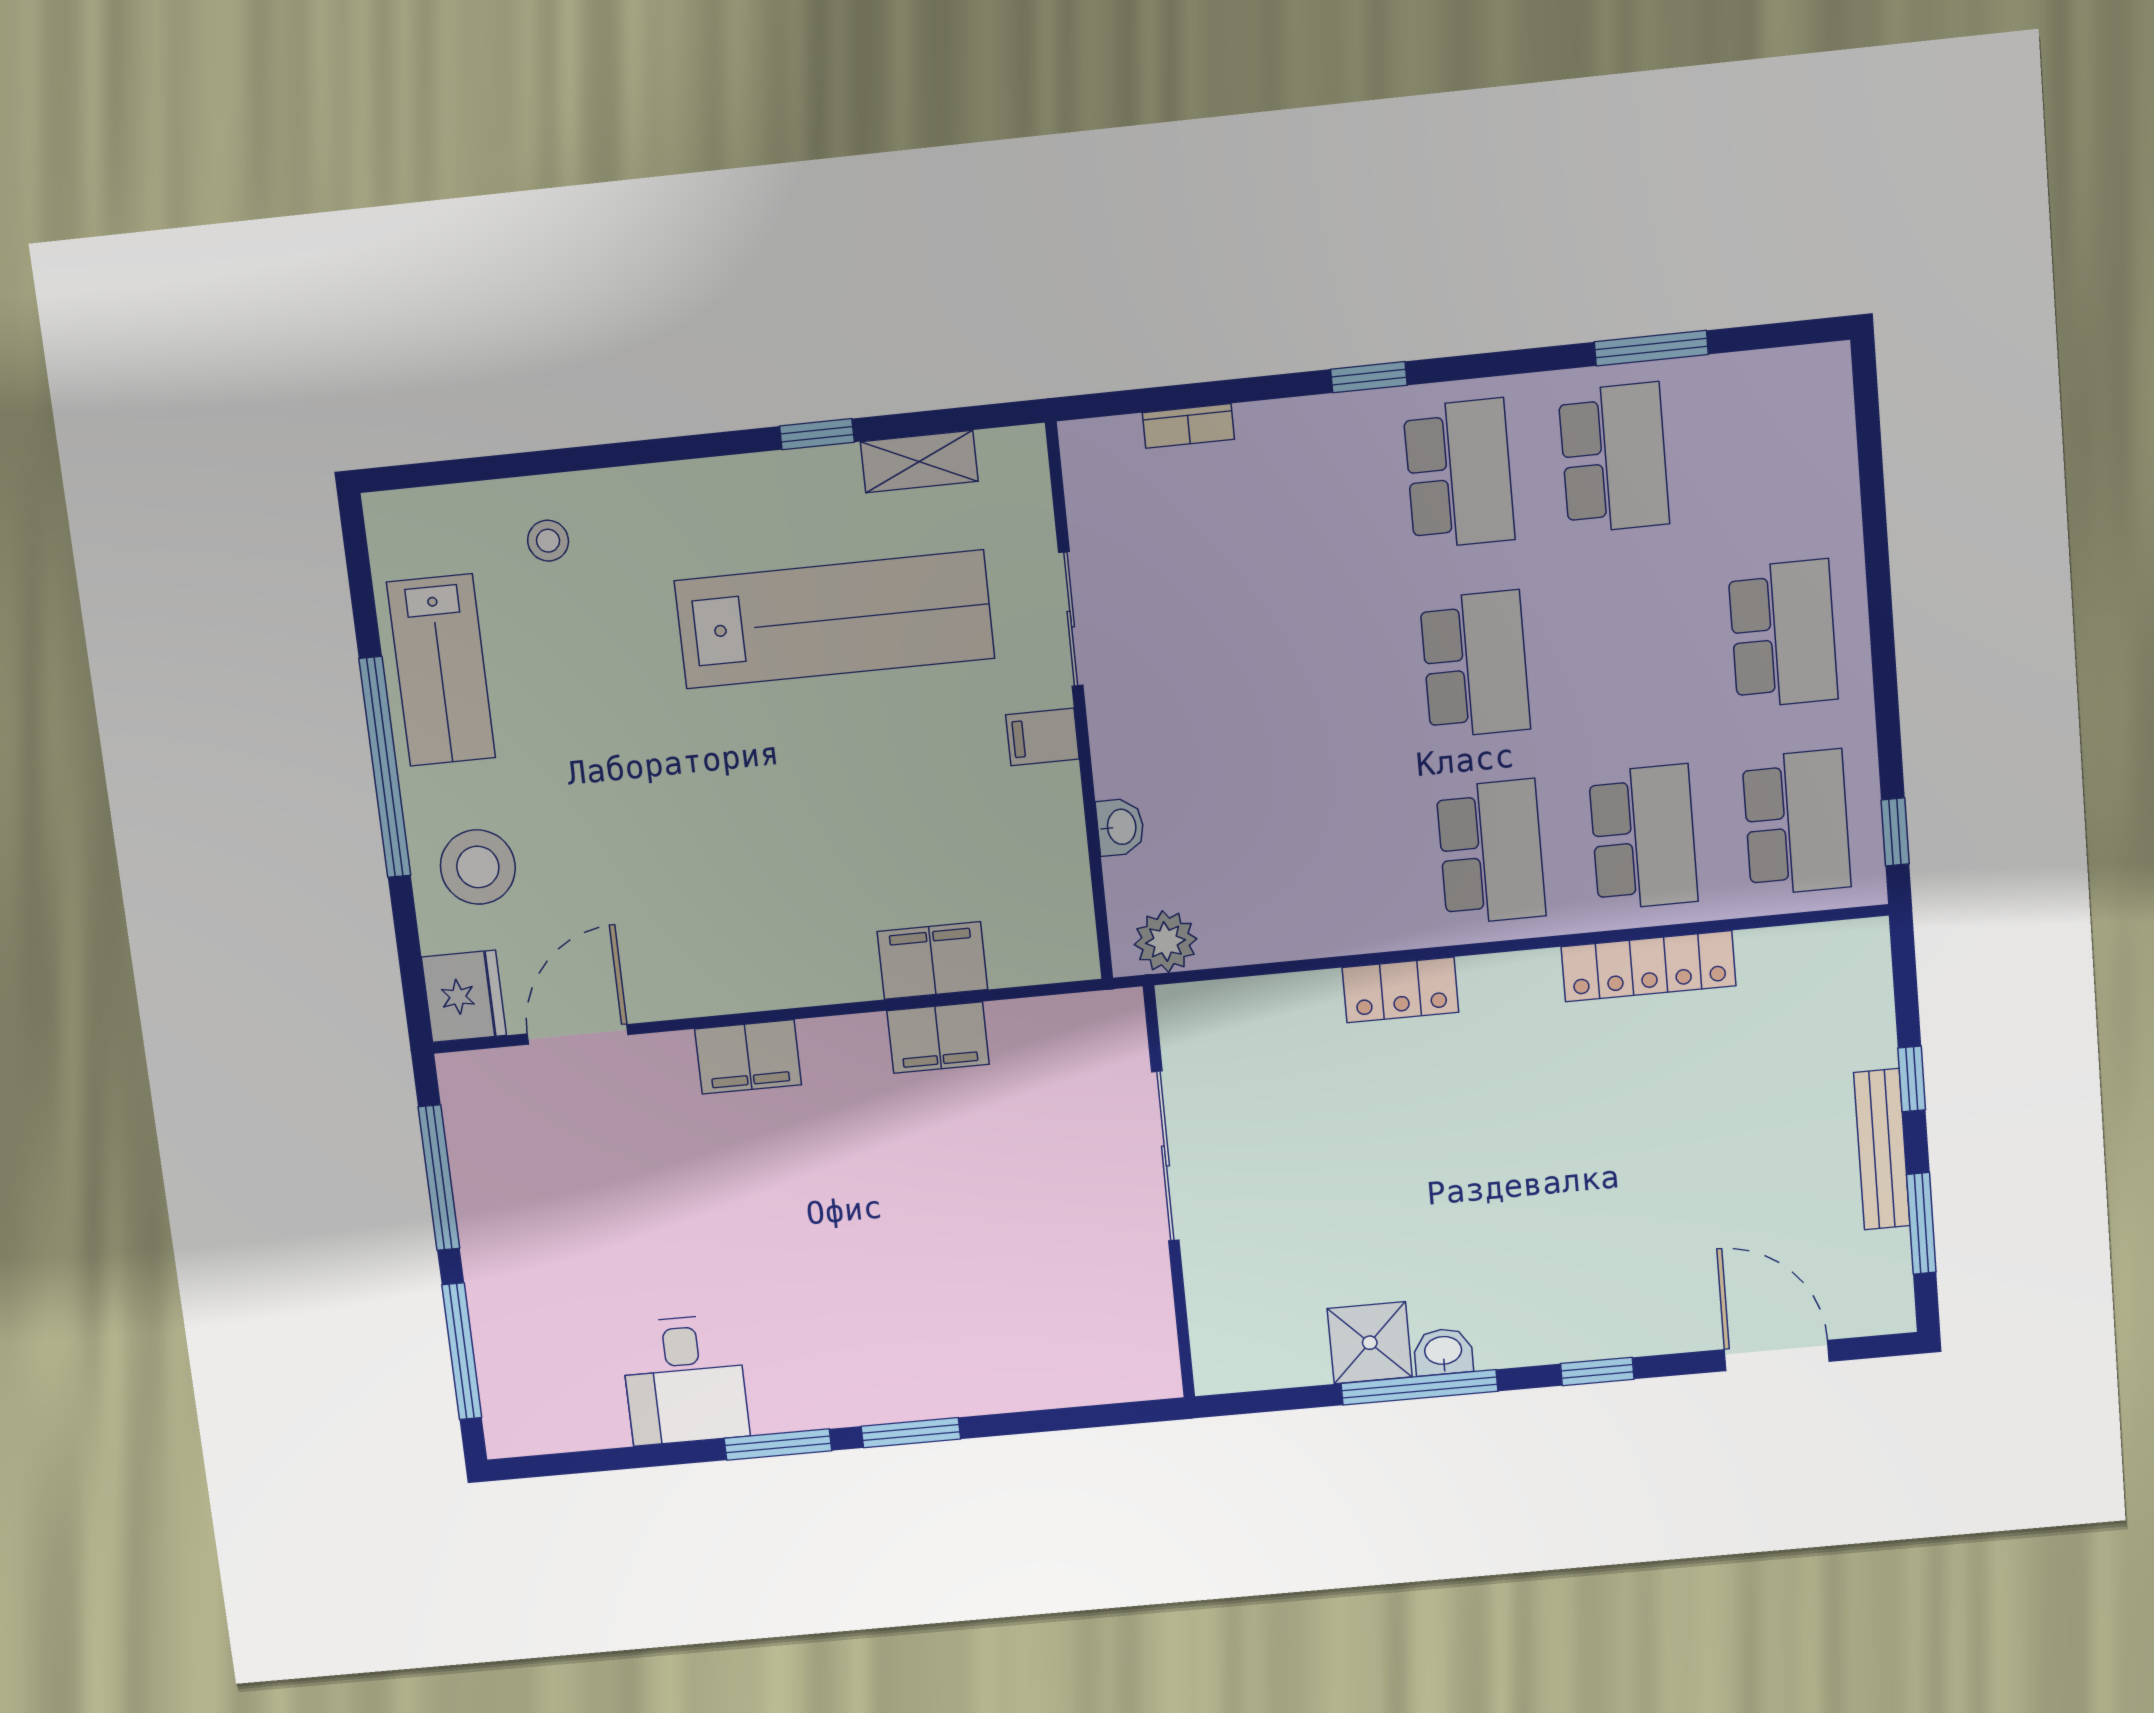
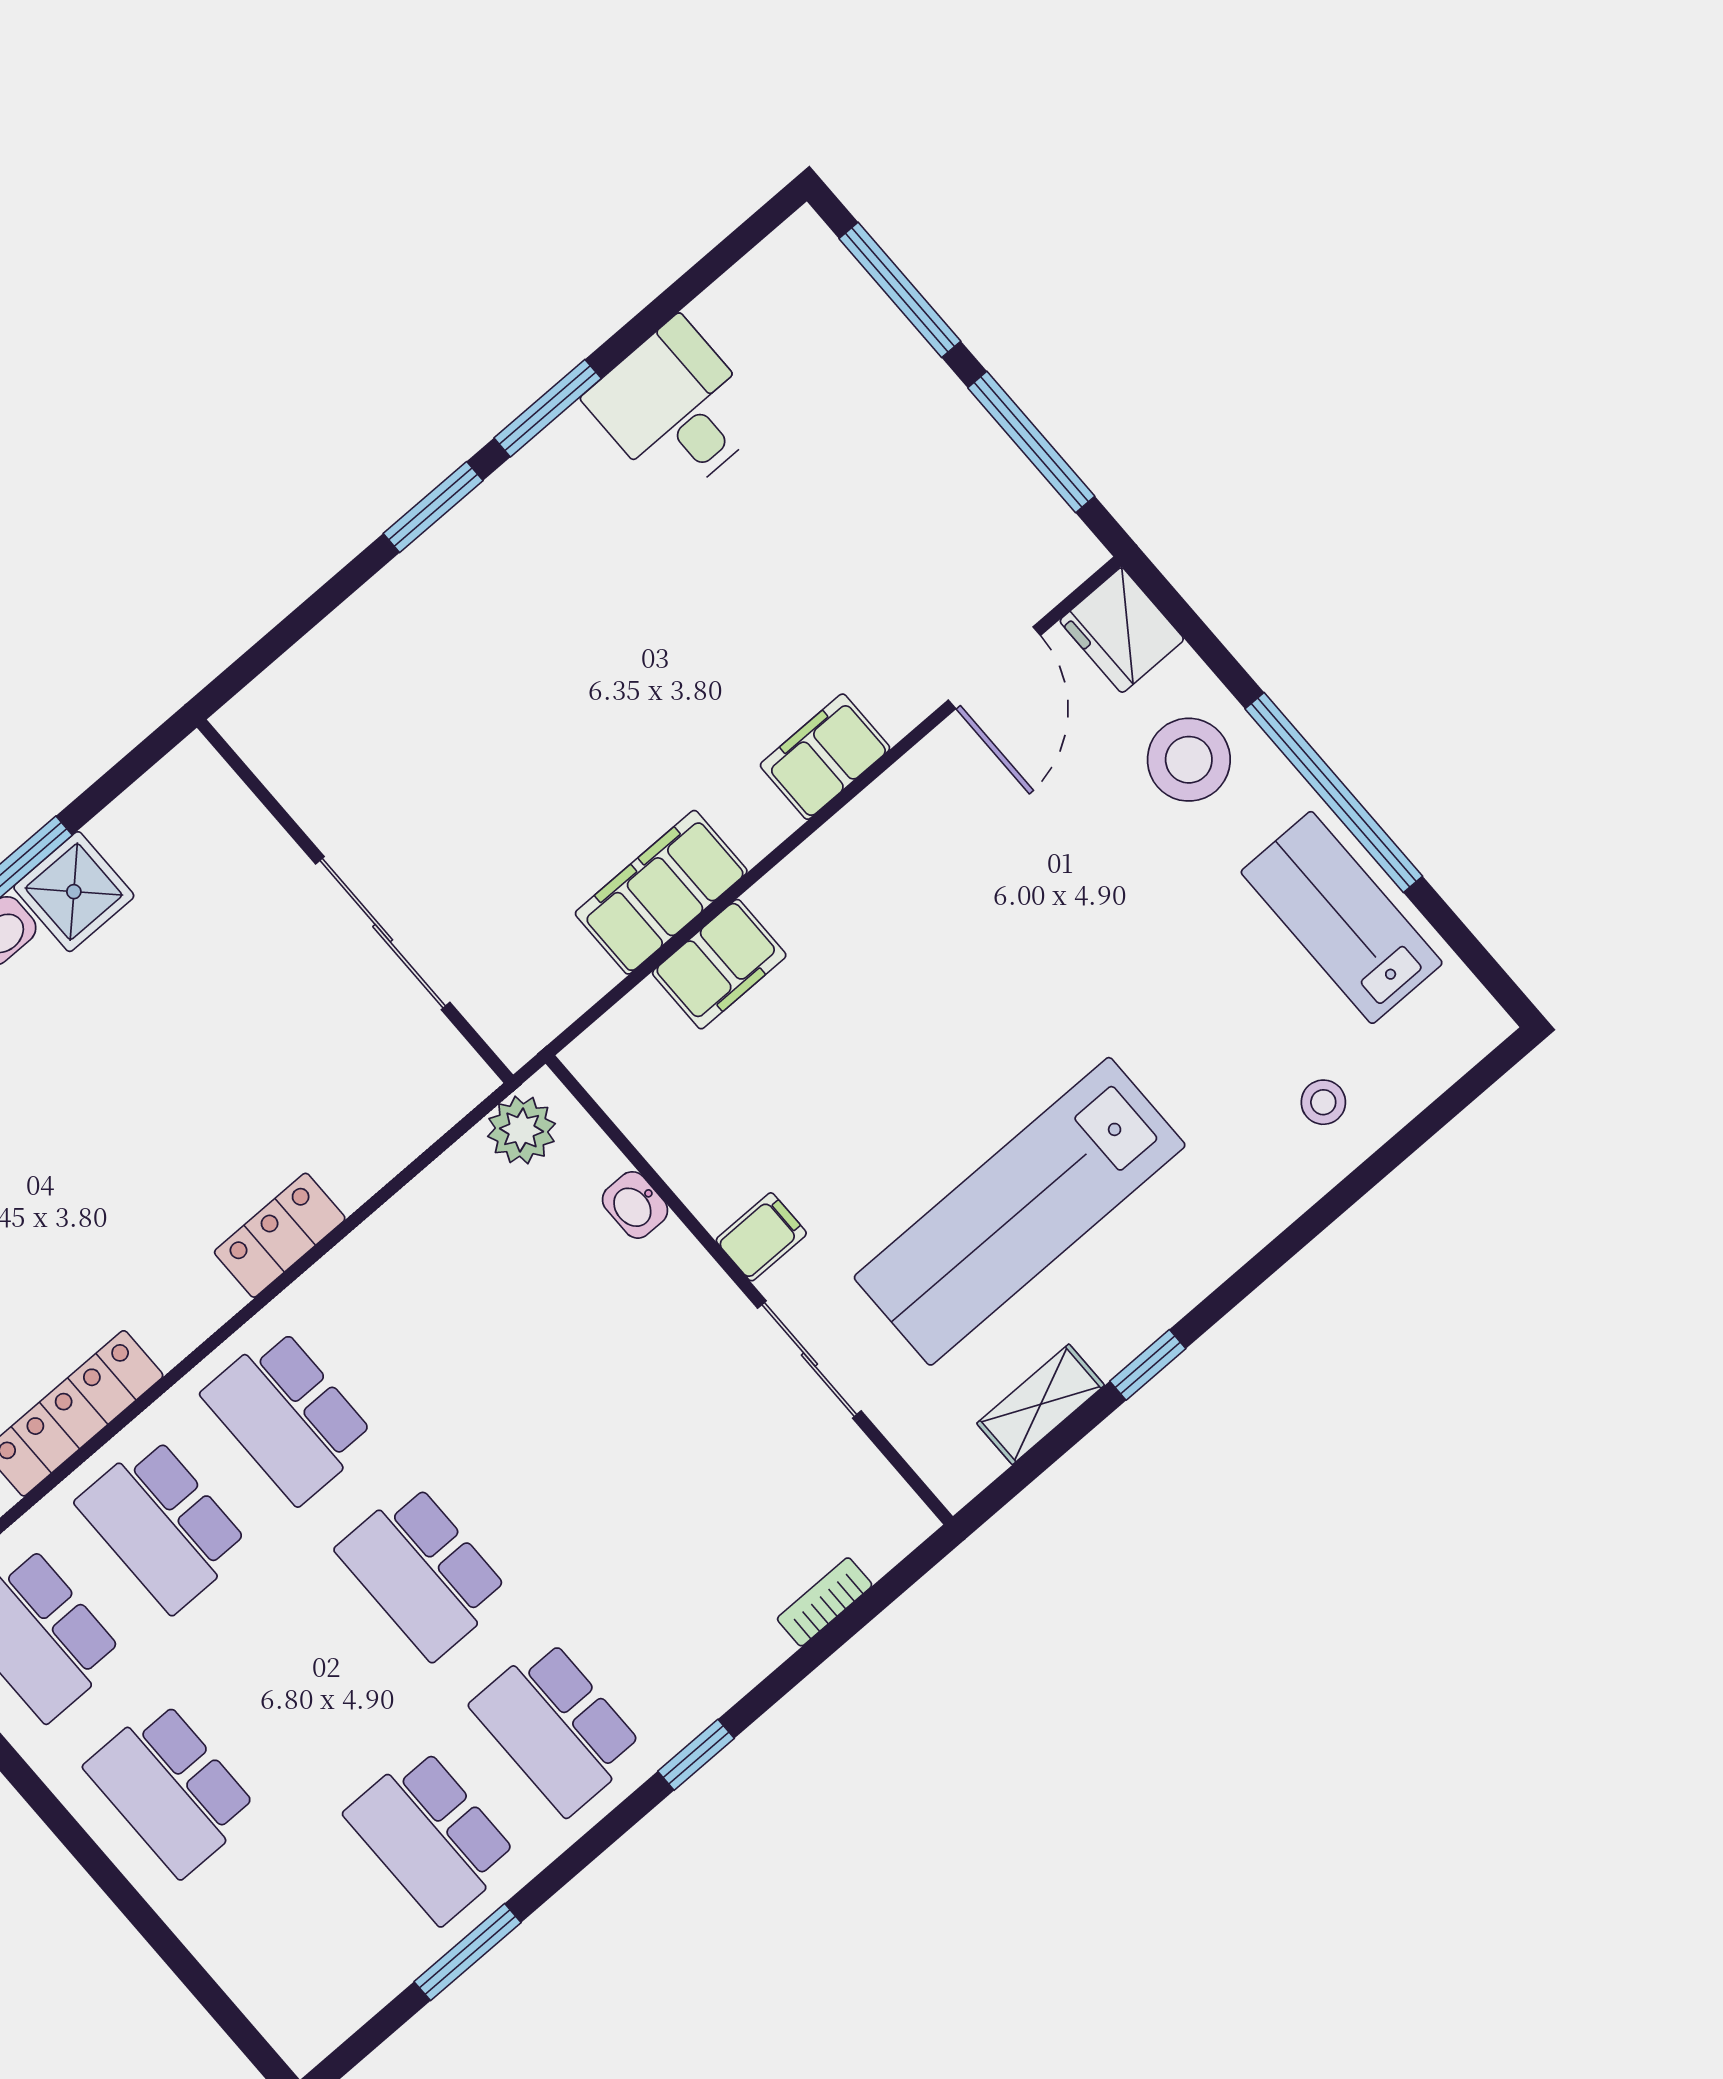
filing cabinet: (938, 1038) -> (661, 892), width x1.50, depth x1.17

